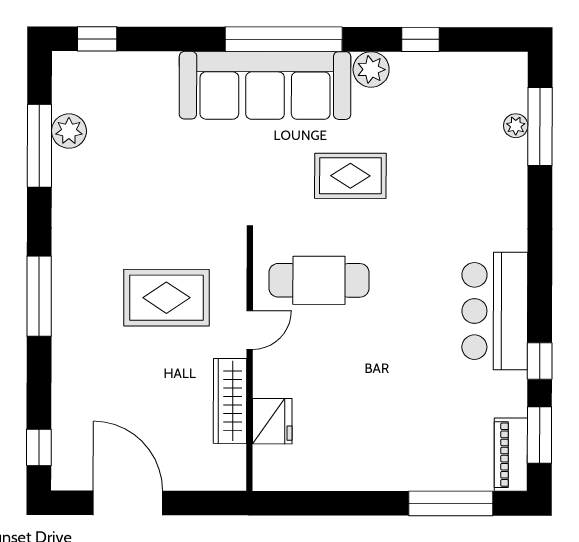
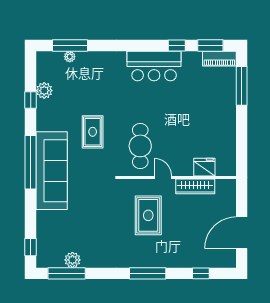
plant: (371, 69) -> (44, 91), moved
window: (39, 146) -> (67, 273), moved
window: (39, 447) -> (201, 273), moved

